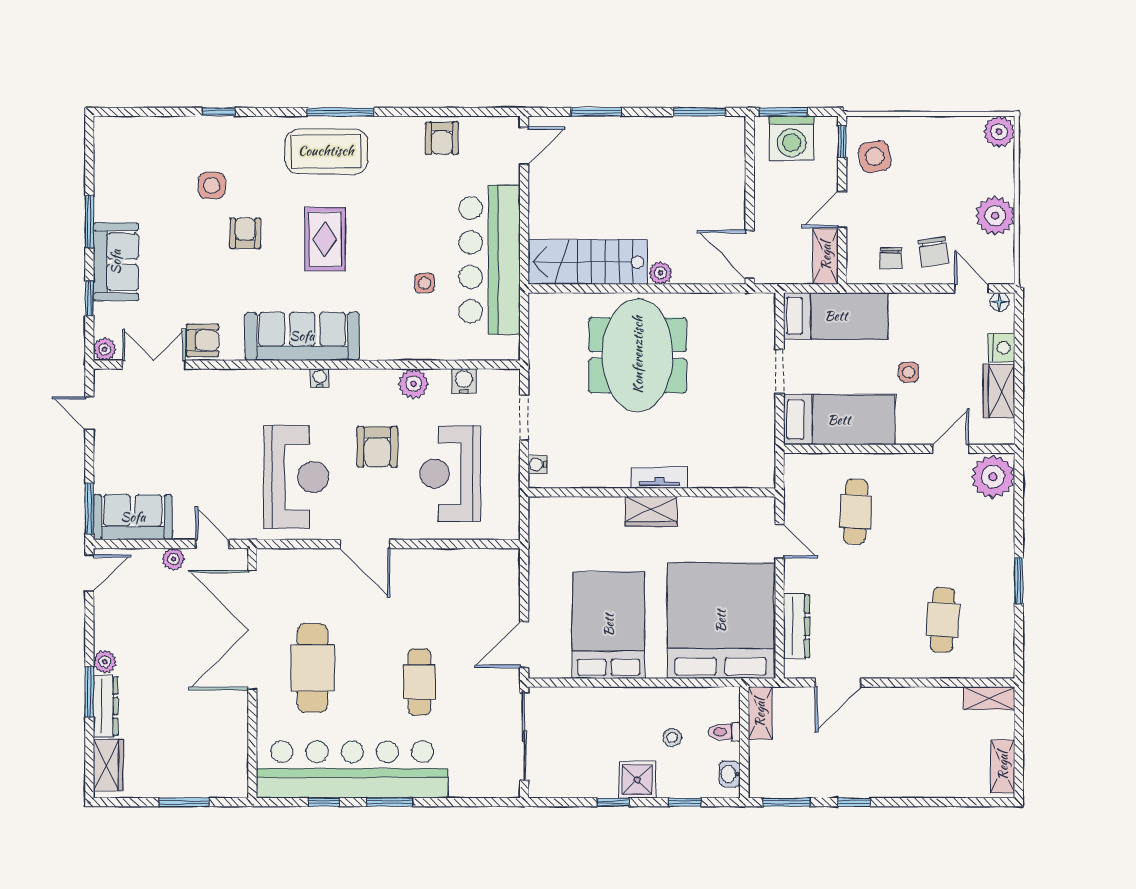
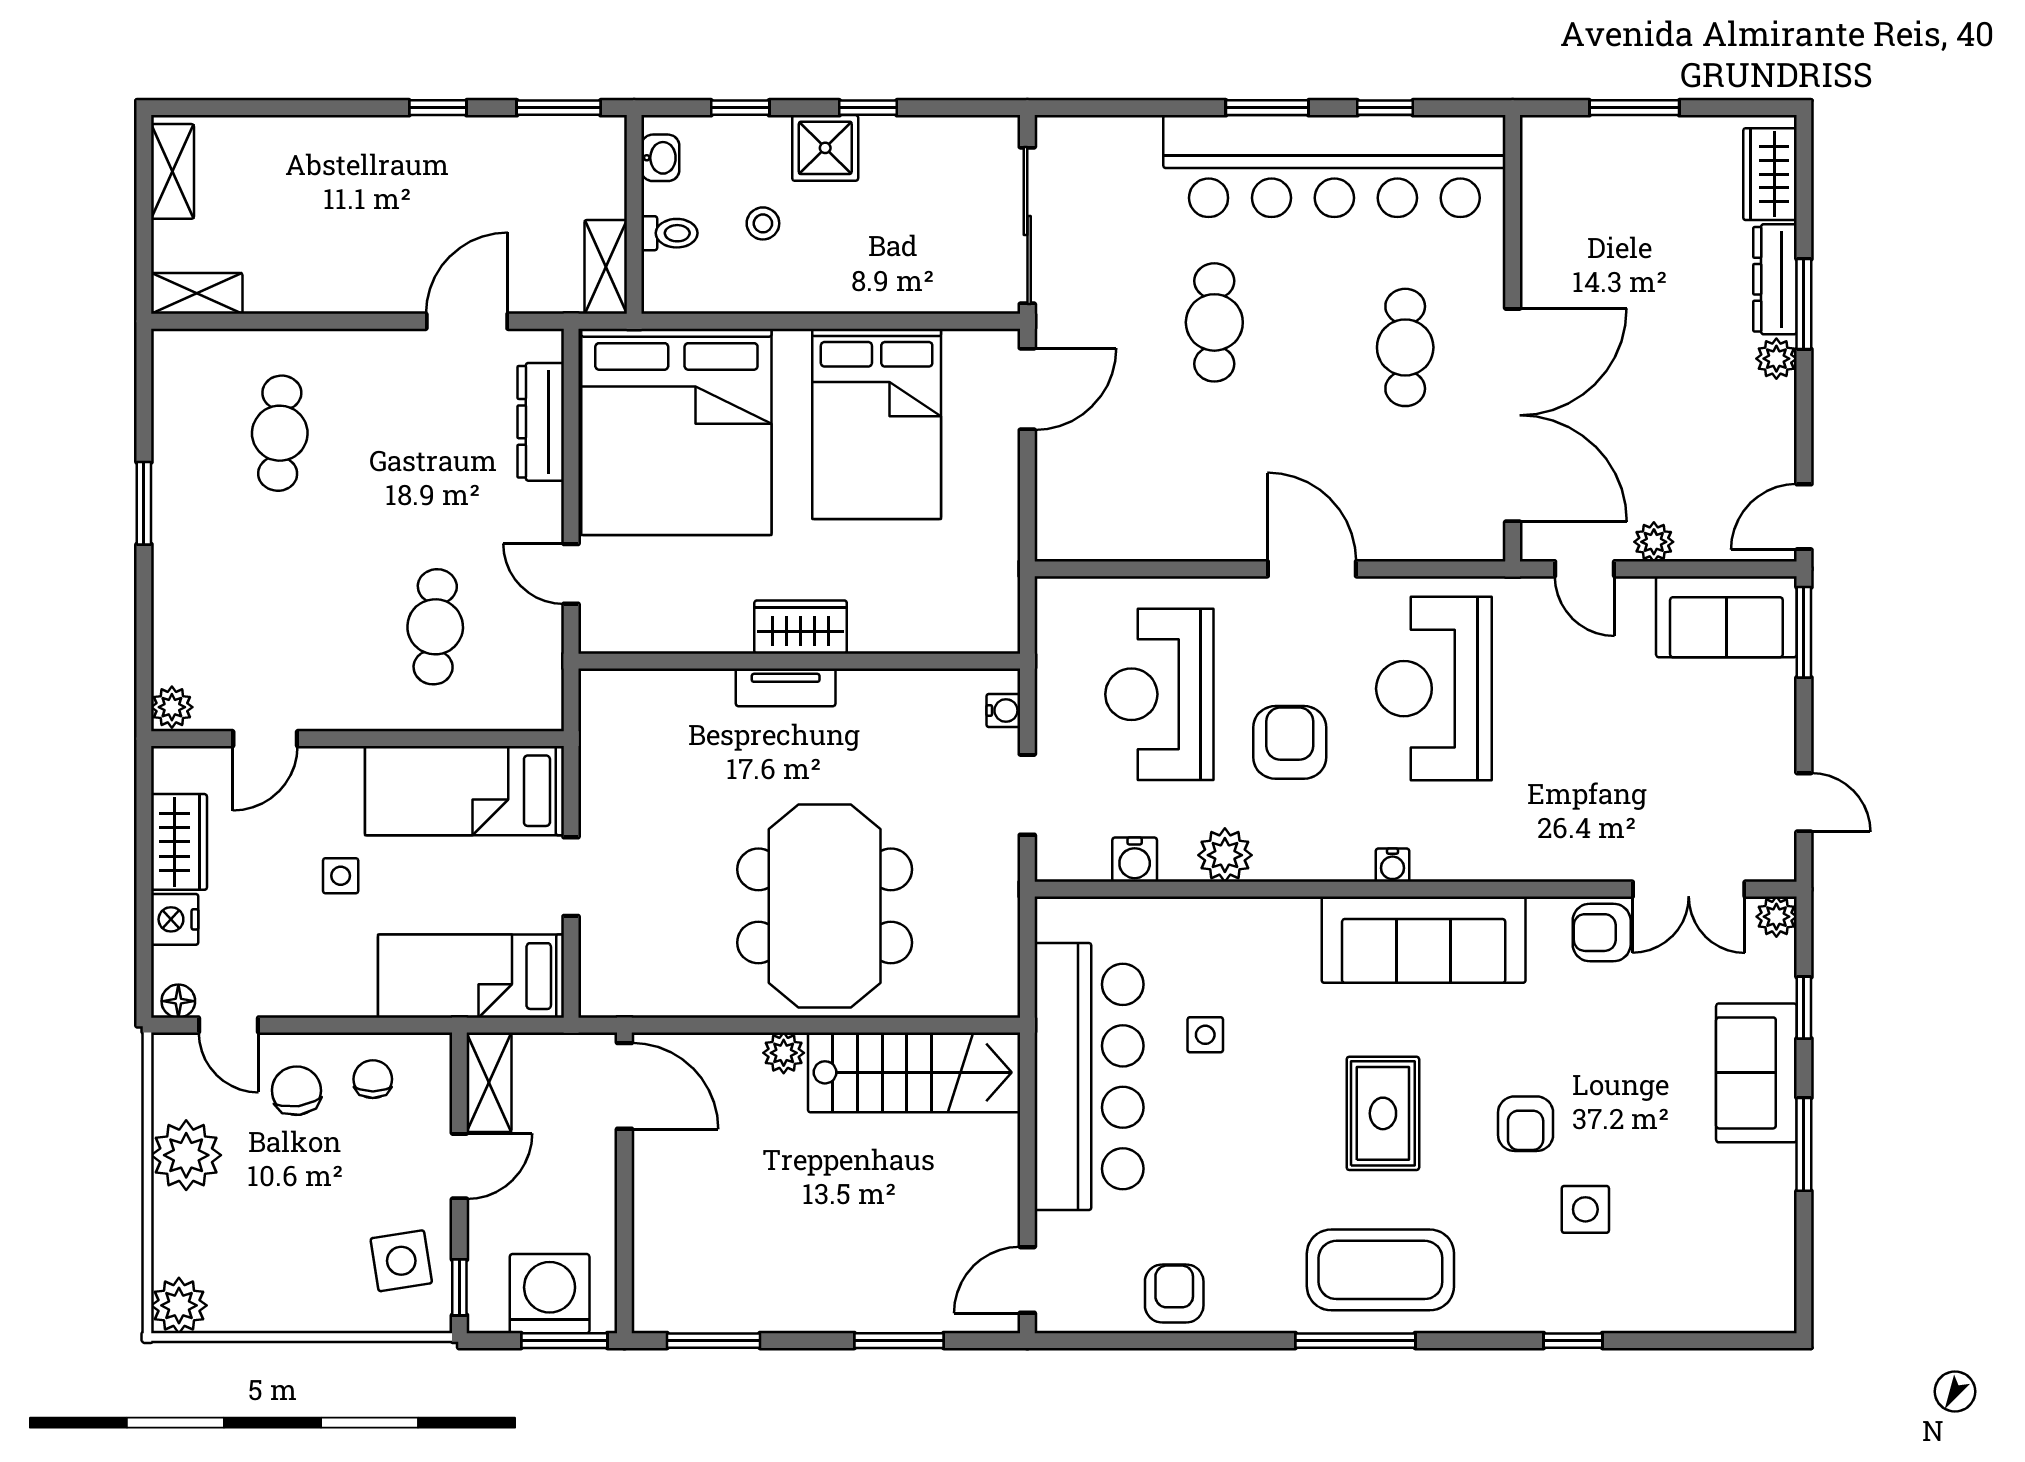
reception desk: (450, 474) -> (1159, 694), turned 180
plant: (993, 477) -> (172, 707), width x0.53, depth x0.53
cafe table: (313, 668) -> (1405, 347), width x0.73, depth x0.74

